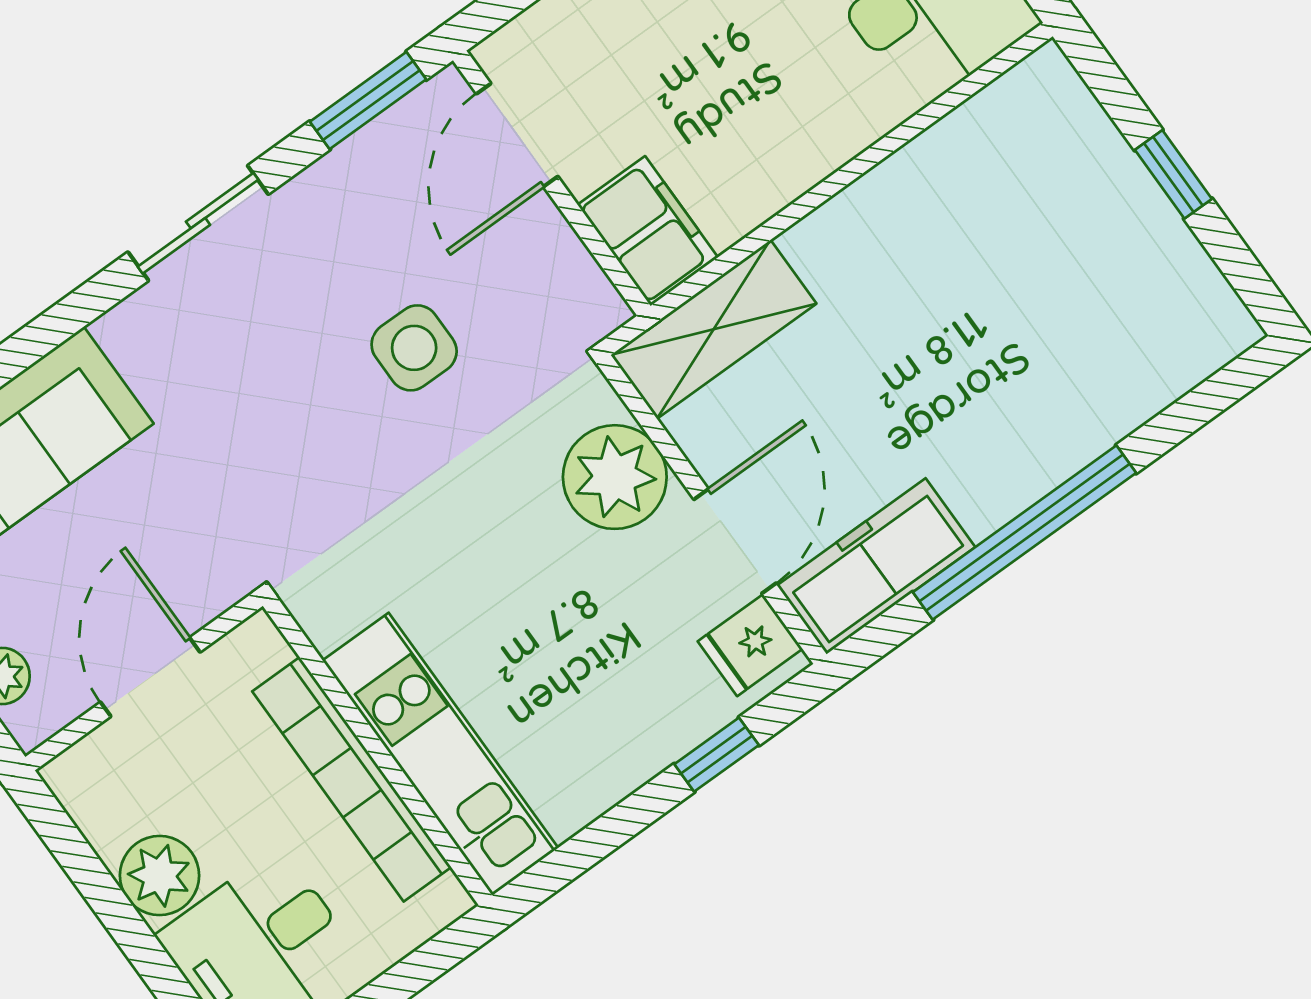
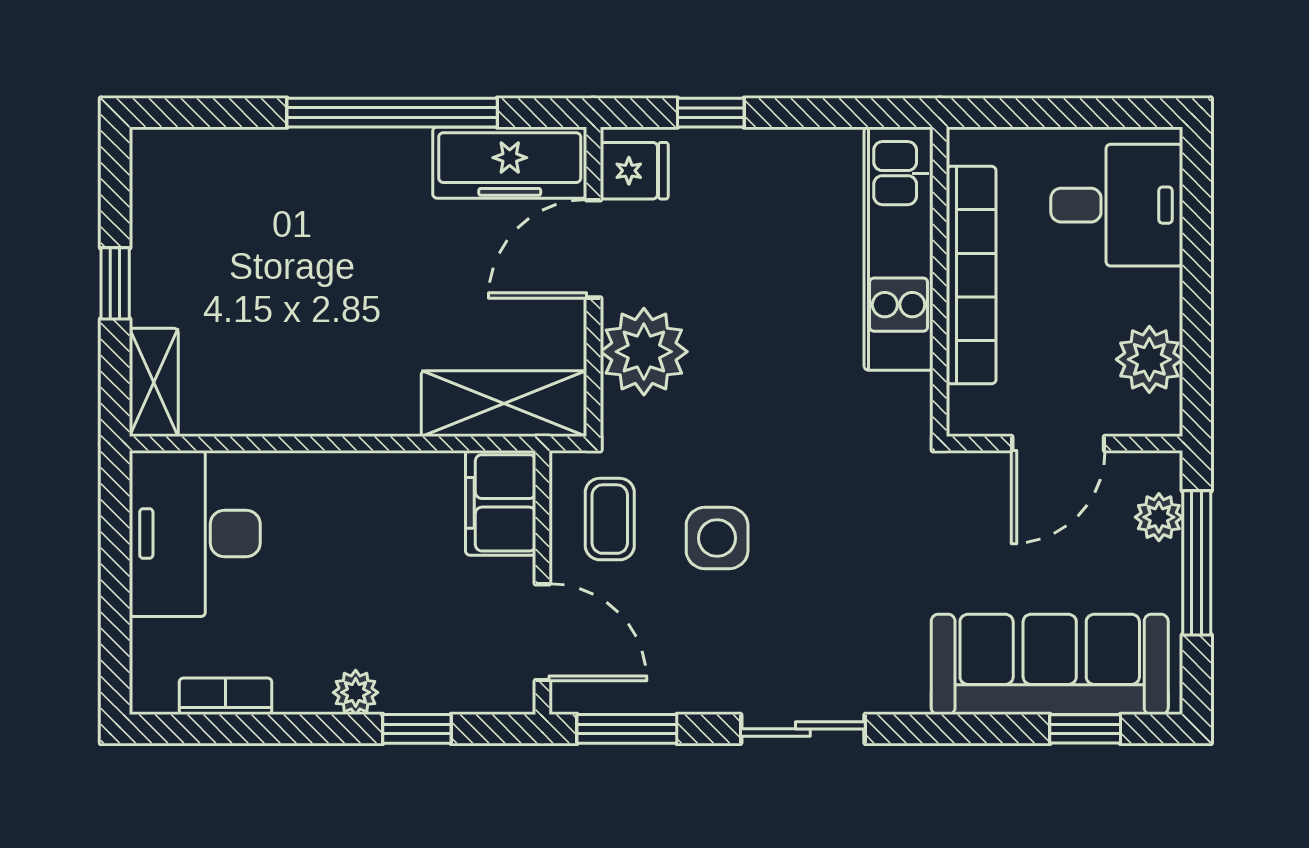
shelving: (1067, 106) -> (154, 382), added
door: (517, 135) -> (542, 632), hinge flipped
coffee table: (531, 291) -> (610, 519), added
plant: (159, 876) -> (1149, 359), moved

